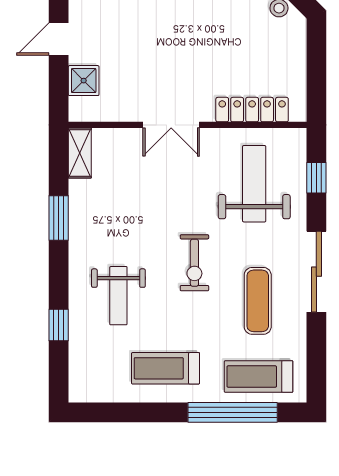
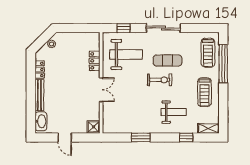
shower: (84, 81) -> (93, 127), moved
locker: (252, 110) -> (95, 61), width x0.66
shelving: (80, 153) -> (208, 129), moved
weight bench: (254, 184) -> (126, 54), turned 180
exercise mat: (258, 301) -> (168, 60), moved

